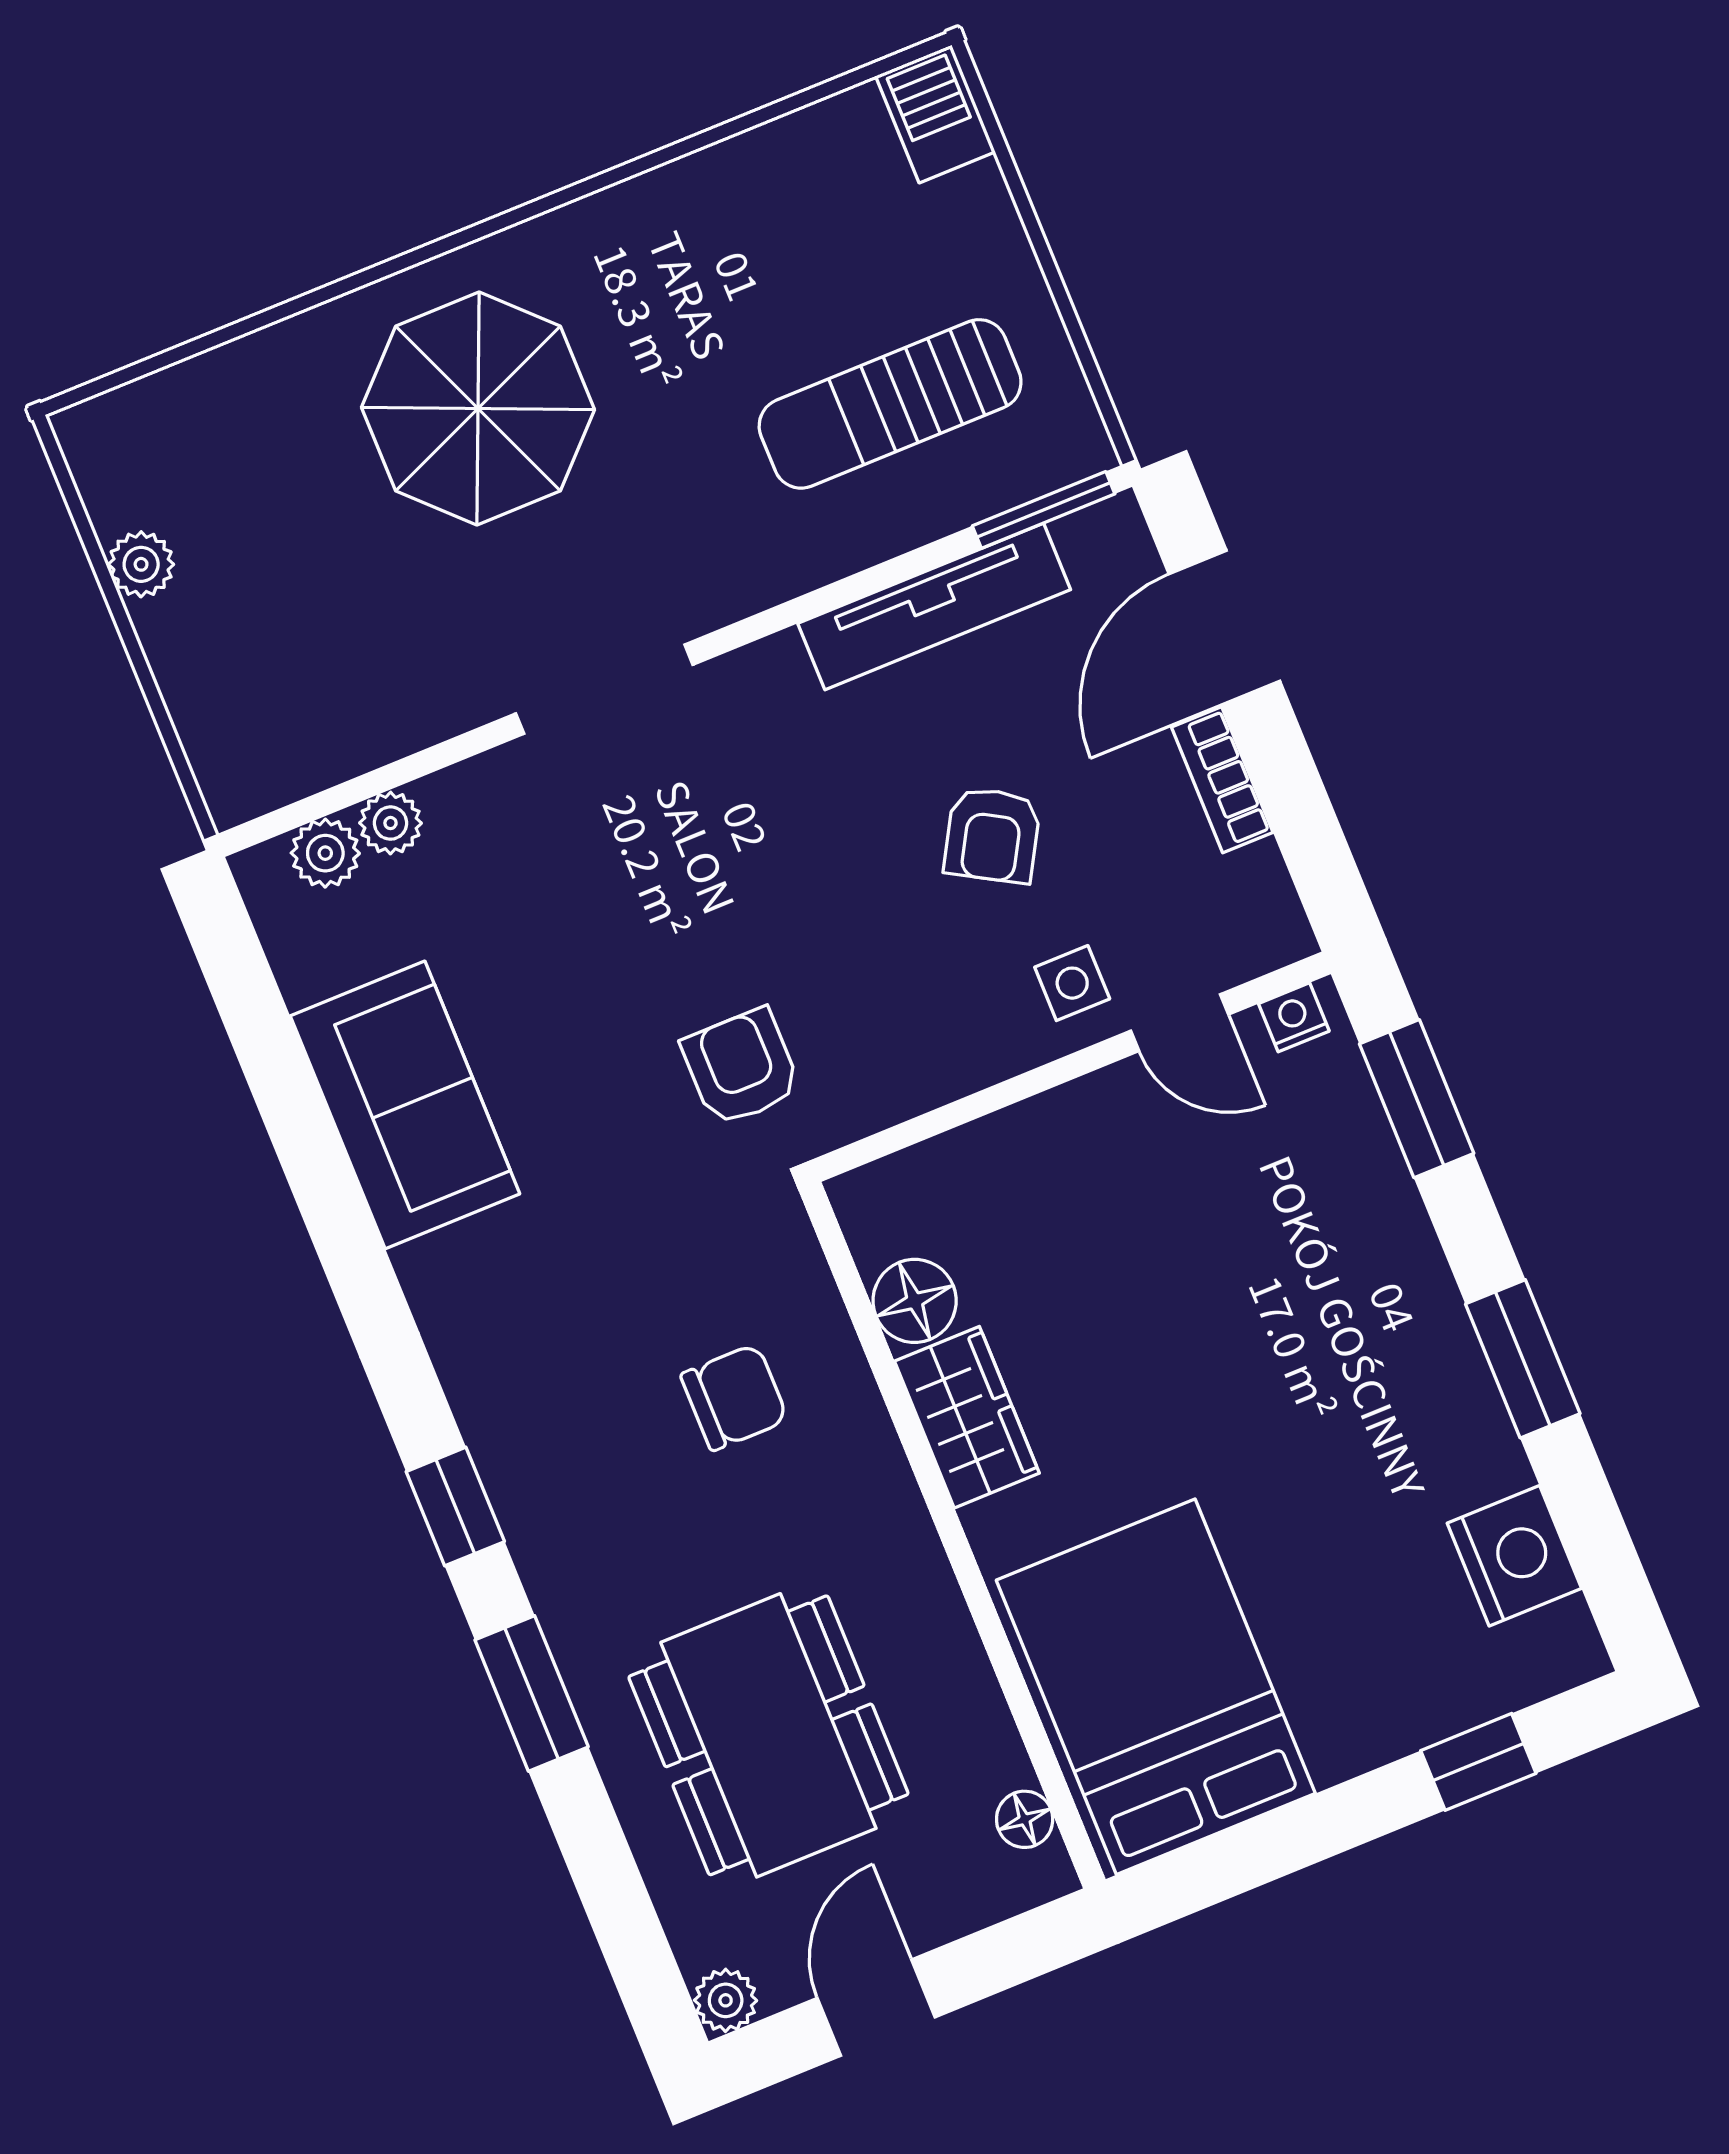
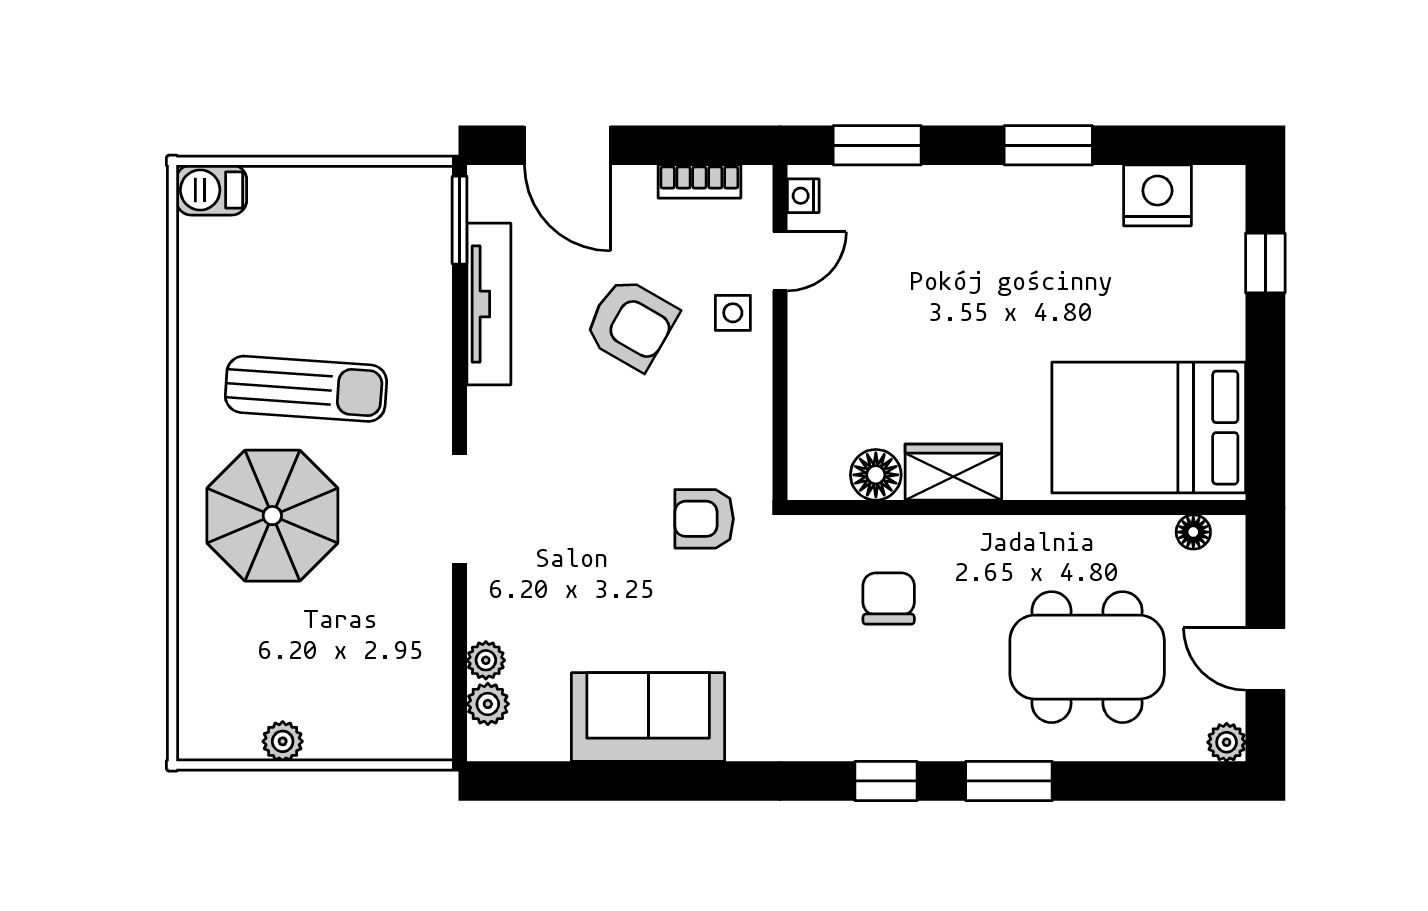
sun lounger: (890, 404) -> (306, 389), moved, turned -86
bookcase: (1222, 780) -> (699, 182), moved
armchair: (992, 835) -> (631, 324), width x1.38, depth x1.38

